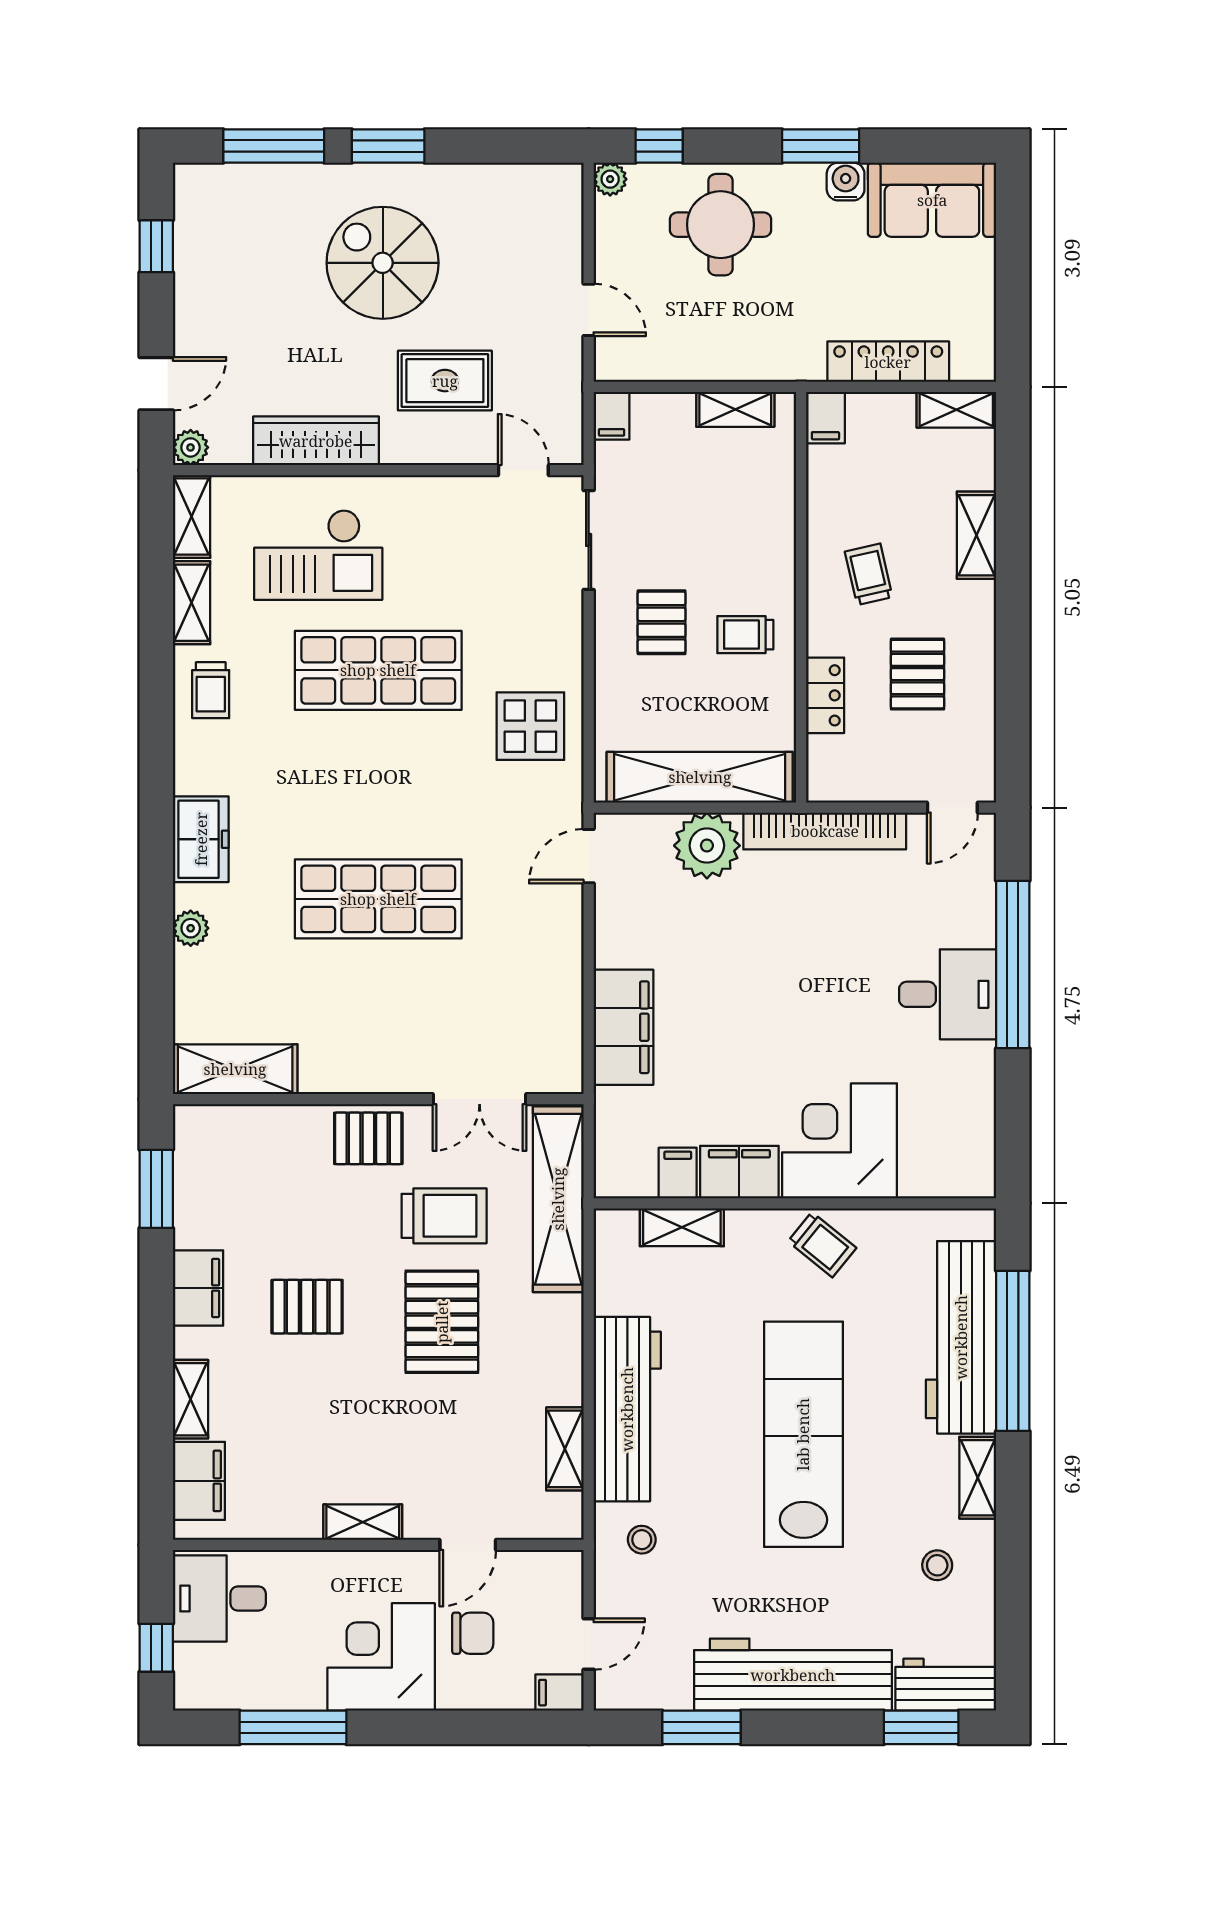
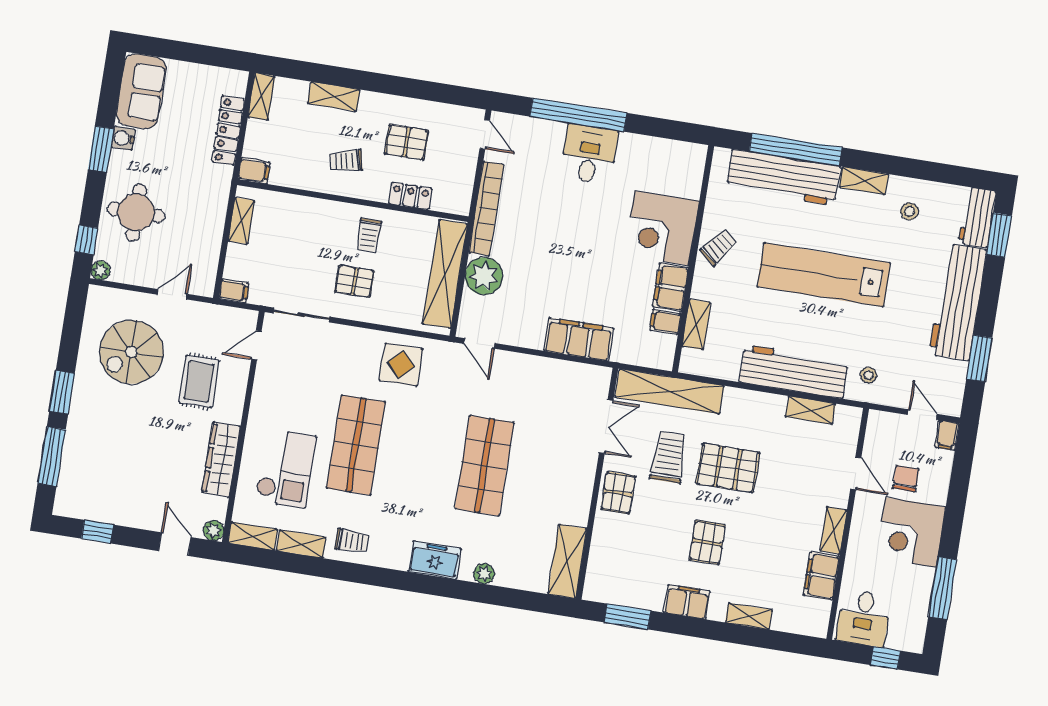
spiral stairs: (383, 263) -> (131, 352), moved
filing cabinet: (199, 1481) -> (821, 576), moved, turned -90

